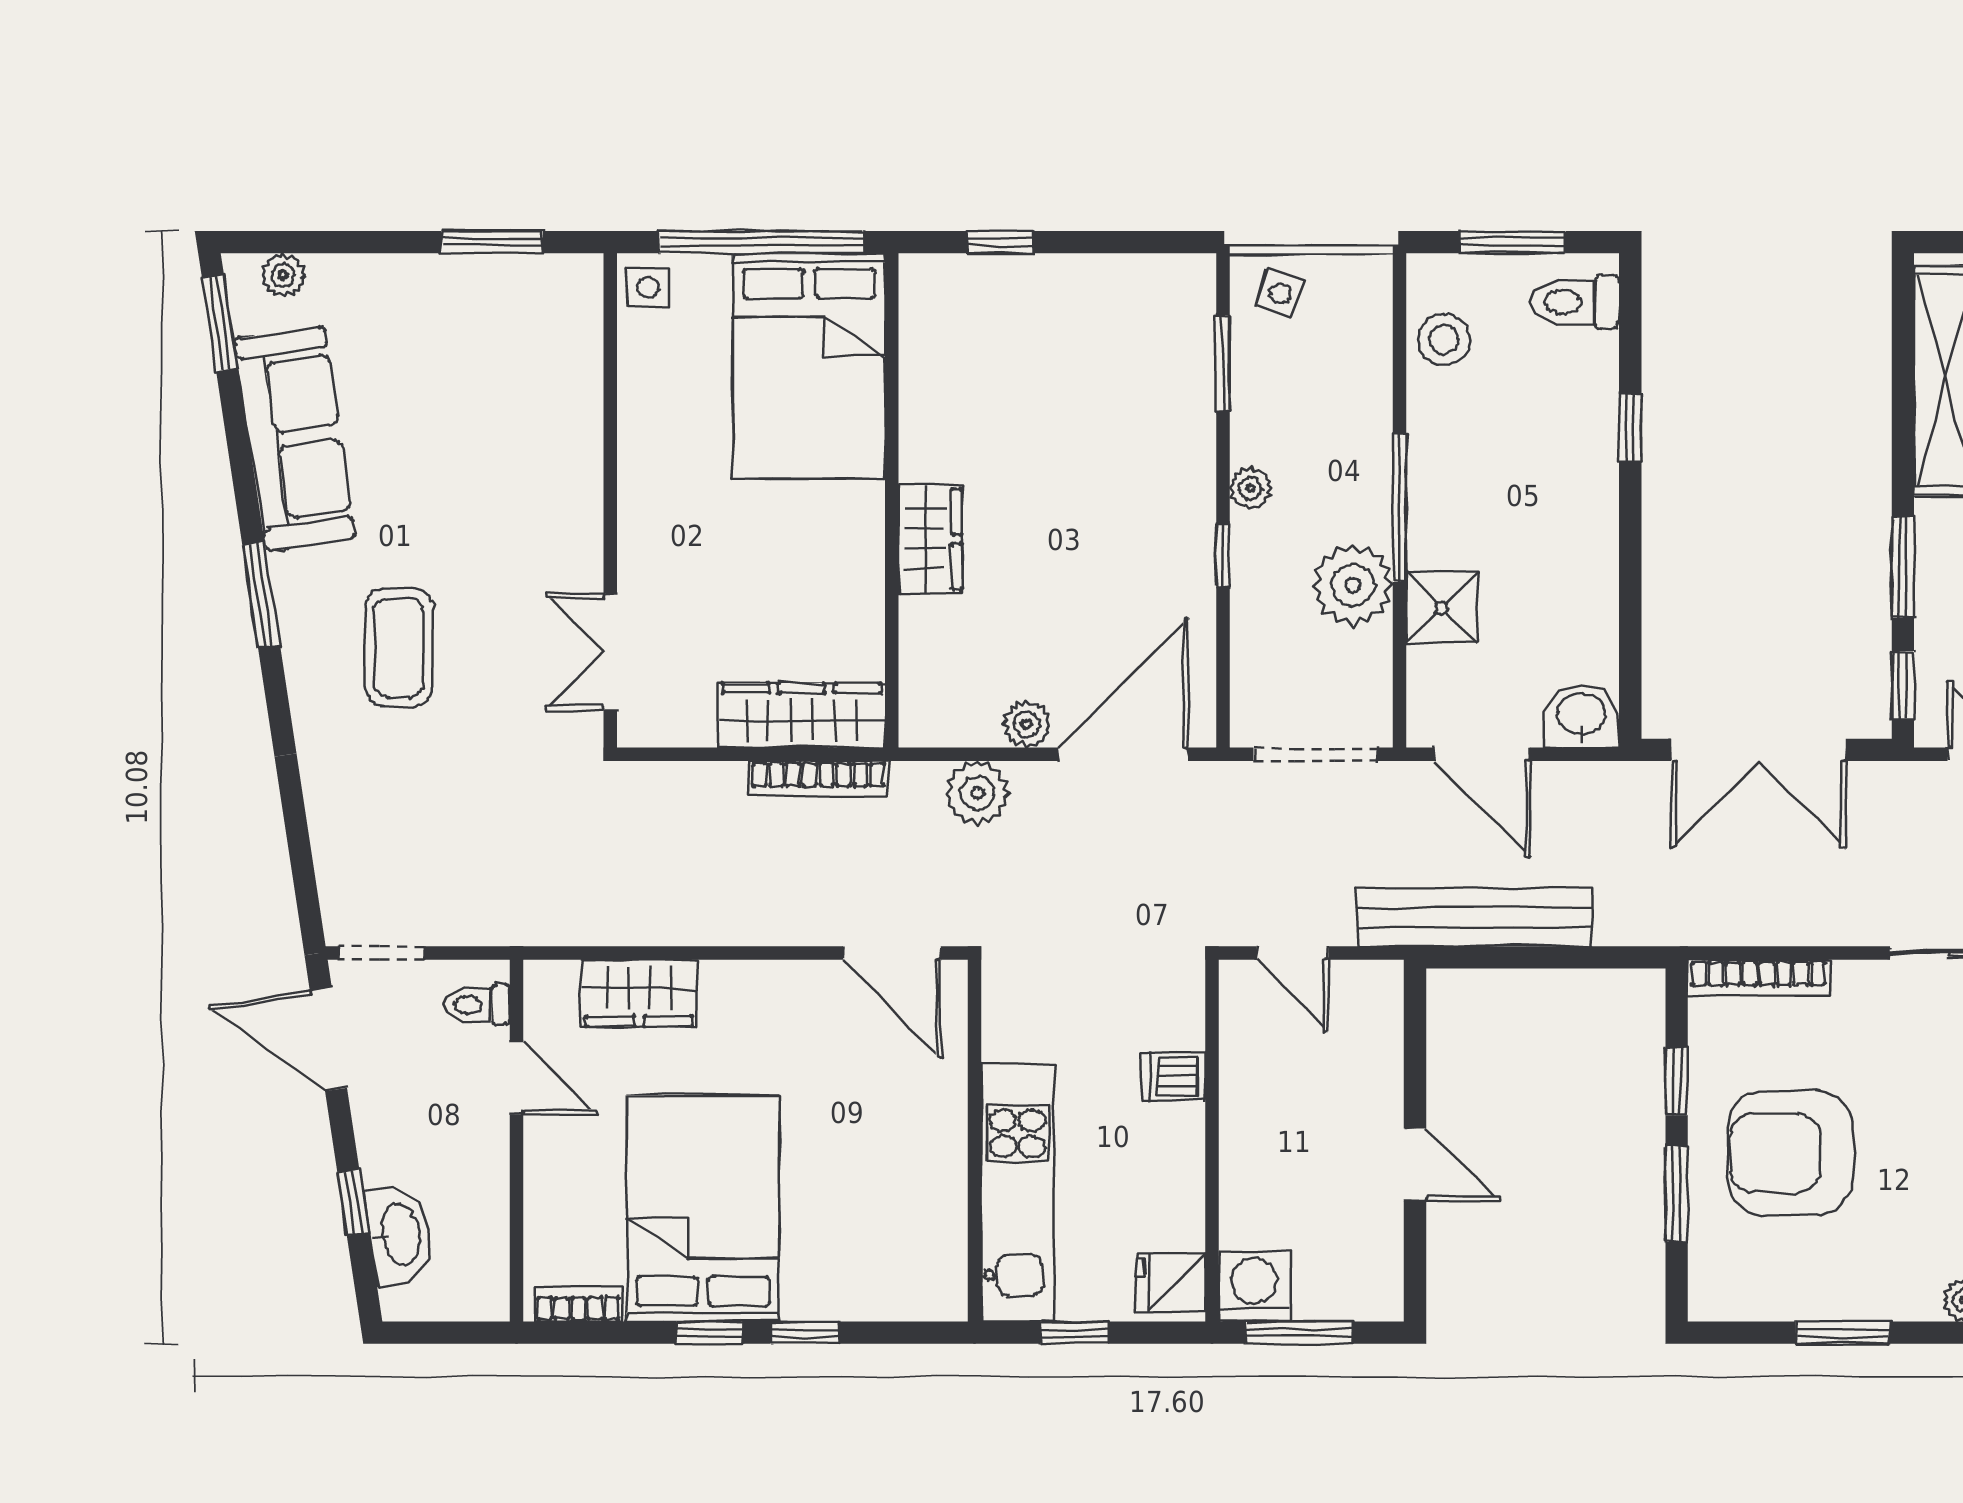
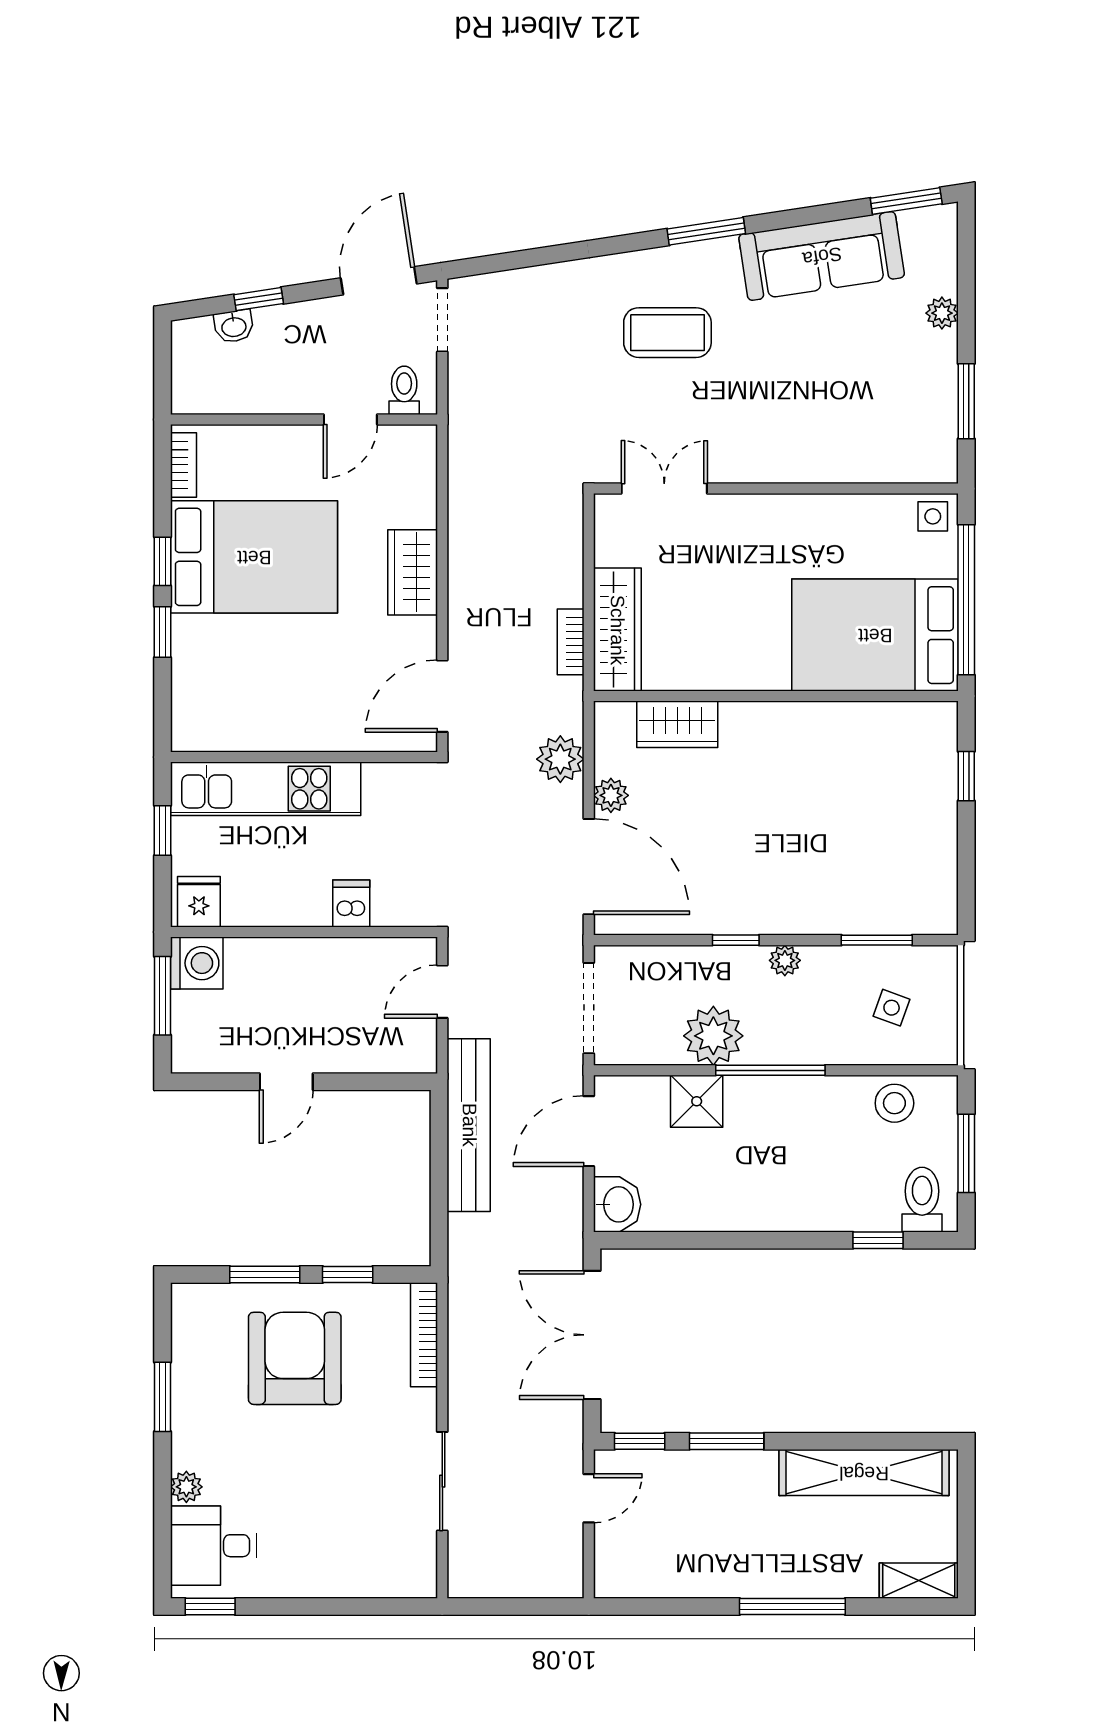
plant: (283, 275) -> (942, 313), moved
side table: (1280, 293) -> (892, 1008), moved
window: (1630, 427) -> (878, 1240), moved
wardrobe: (930, 539) -> (677, 724), moved
bookcase: (818, 779) -> (571, 642), width x0.64
wardrobe: (639, 993) -> (413, 572), moved
washbasin: (399, 1234) -> (234, 326), width x0.52, depth x0.69

